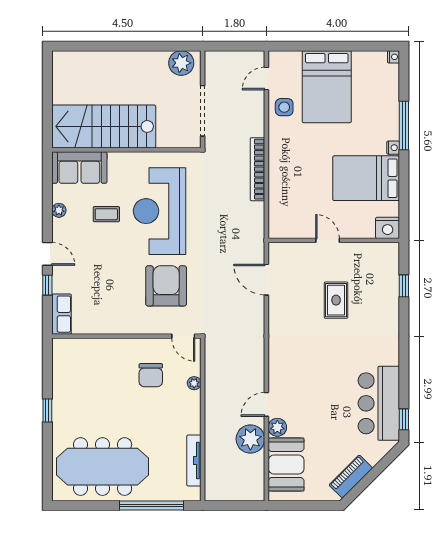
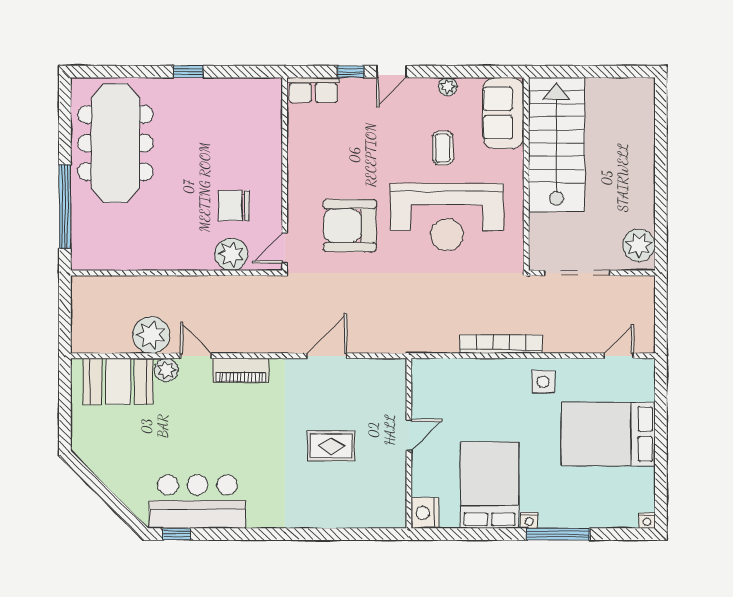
door: (266, 79) -> (619, 356), hinge flipped
side table: (284, 107) -> (543, 382), moved
reception desk: (160, 211) -> (447, 217), turned 180
door: (266, 280) -> (327, 356), moved
armchair: (166, 286) -> (350, 226), turned 180
window: (404, 286) -> (350, 534), removed
plant: (194, 383) -> (231, 254), width x1.88, depth x1.88
tv unit: (194, 461) -> (123, 262), removed
piano: (351, 477) -> (241, 371), moved, turned 135

